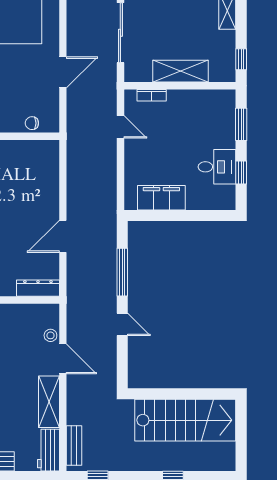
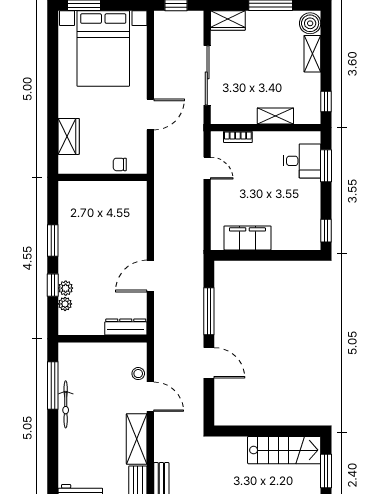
shelving: (181, 71) -> (275, 116), width x0.67, depth x0.75
desk: (217, 167) -> (302, 161), moved
window: (241, 173) -> (326, 231), moved
door: (122, 324) -> (209, 363), width x1.37
stairs: (185, 420) -> (284, 450), width x0.73, depth x0.66
window: (241, 434) -> (326, 471), added

